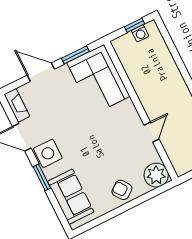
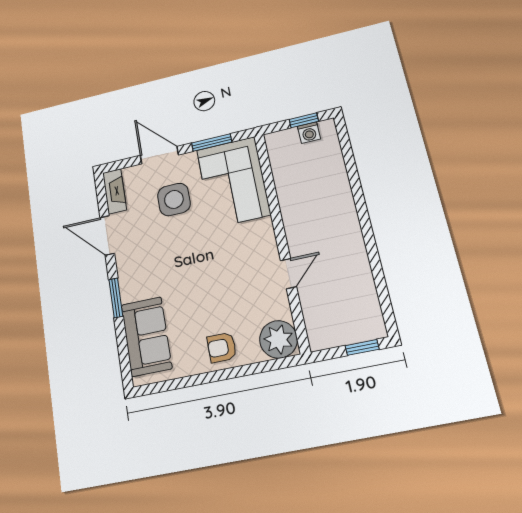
side table: (48, 153) -> (174, 199), moved
armchair: (122, 190) -> (222, 347), turned -54

